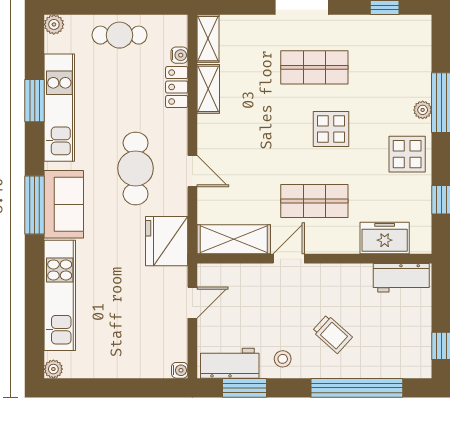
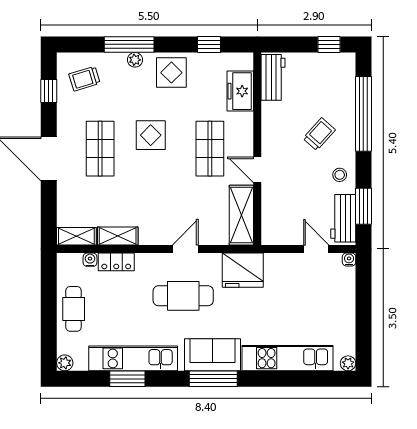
trolley: (400, 48) -> (85, 79), added
door: (192, 303) -> (316, 249), moved

